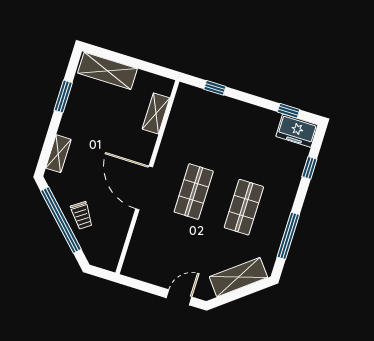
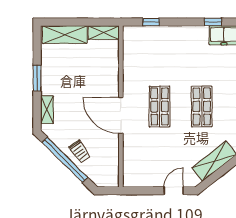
window: (63, 96) -> (37, 78), moved
shelving: (156, 114) -> (104, 33), moved, turned 90

